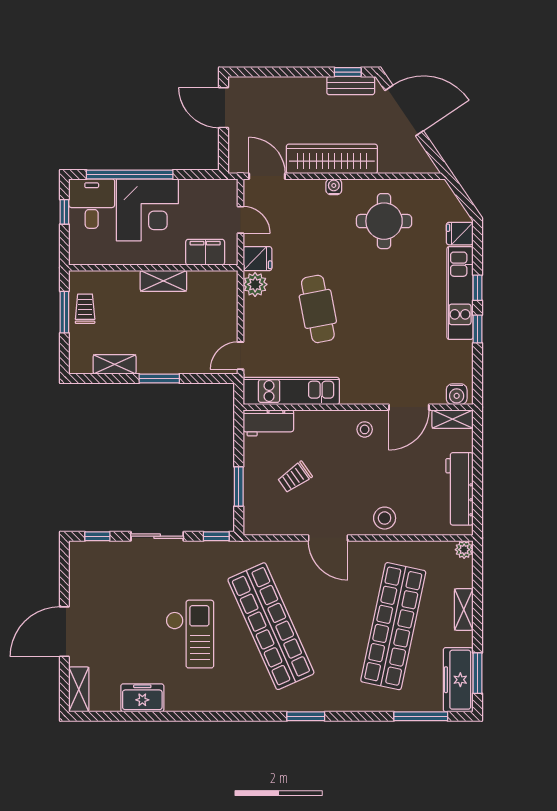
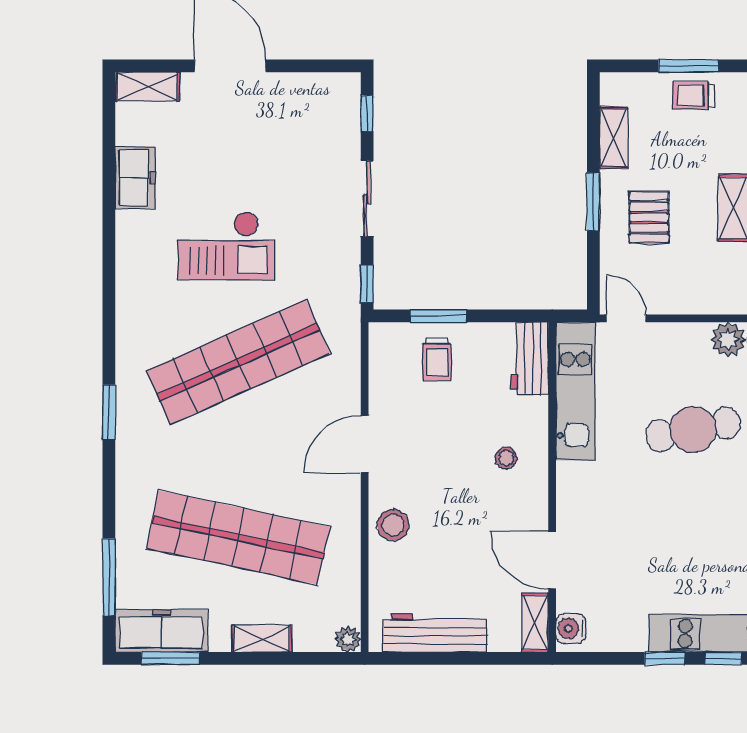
trolley: (85, 309) -> (693, 95), turned 180
pallet: (170, 340) -> (649, 217), added
stool: (365, 429) -> (506, 458), moved
trolley: (295, 477) -> (437, 359), moved, turned -145

